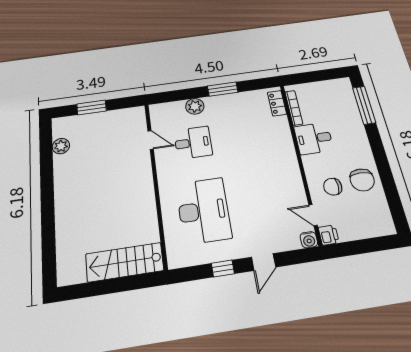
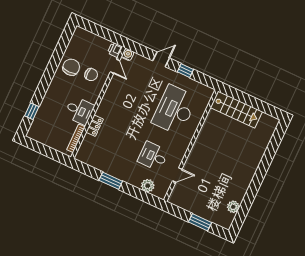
locker: (277, 103) -> (95, 126), moved
window: (364, 105) -> (32, 111), width x0.46
plant: (195, 106) -> (148, 186), moved
door: (151, 140) -> (177, 175), swing flipped

